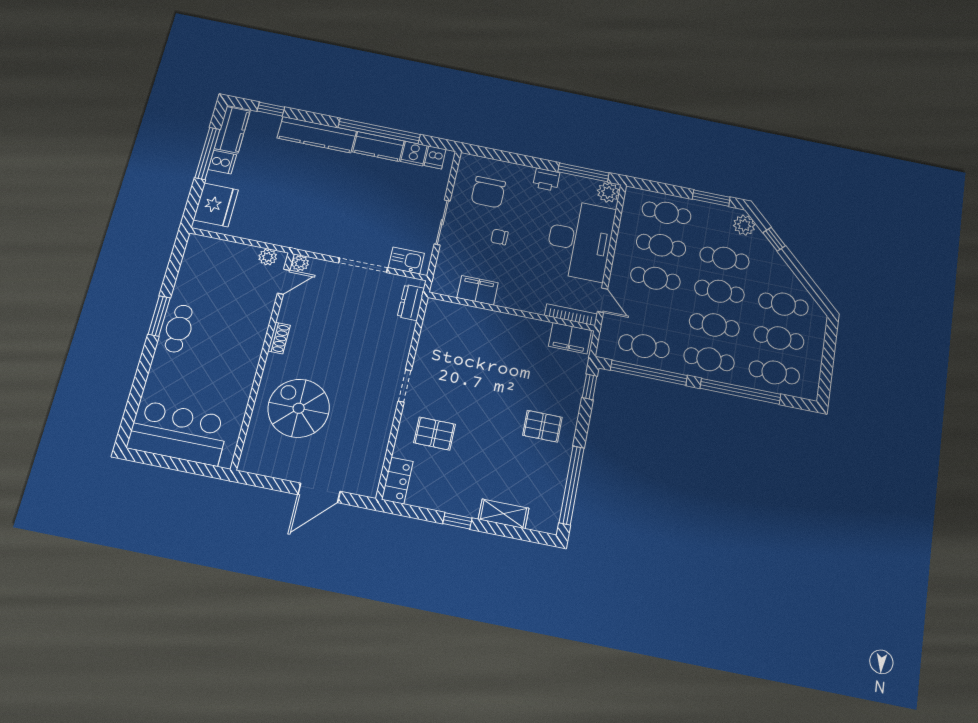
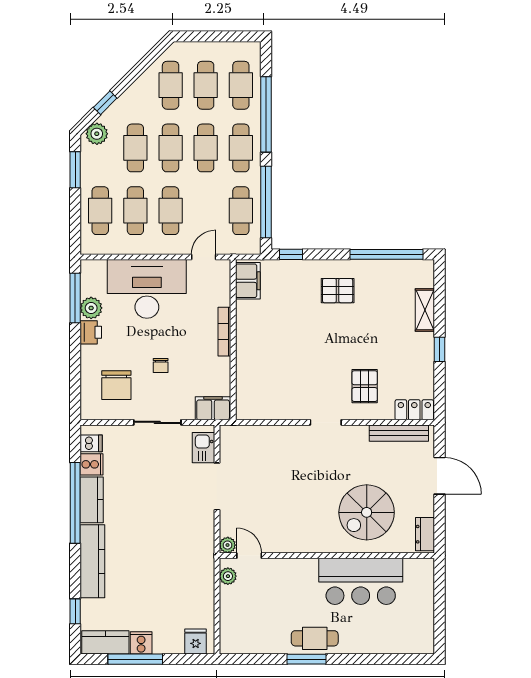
chair: (488, 192) -> (116, 385), turned 90
plant: (608, 192) -> (91, 308), moved
fridge: (216, 205) -> (196, 641), width x0.53, depth x0.75
filing cabinet: (477, 290) -> (213, 408), moved, turned 90
dresser: (411, 302) -> (425, 534), moved, turned 90
bookcase: (571, 315) -> (224, 332), moved
shoe rack: (279, 338) -> (304, 546), removed
pallet: (542, 426) -> (338, 291), turned 90
bar counter: (178, 433) -> (361, 581), moved, turned -90
bench: (376, 459) -> (399, 433), added

